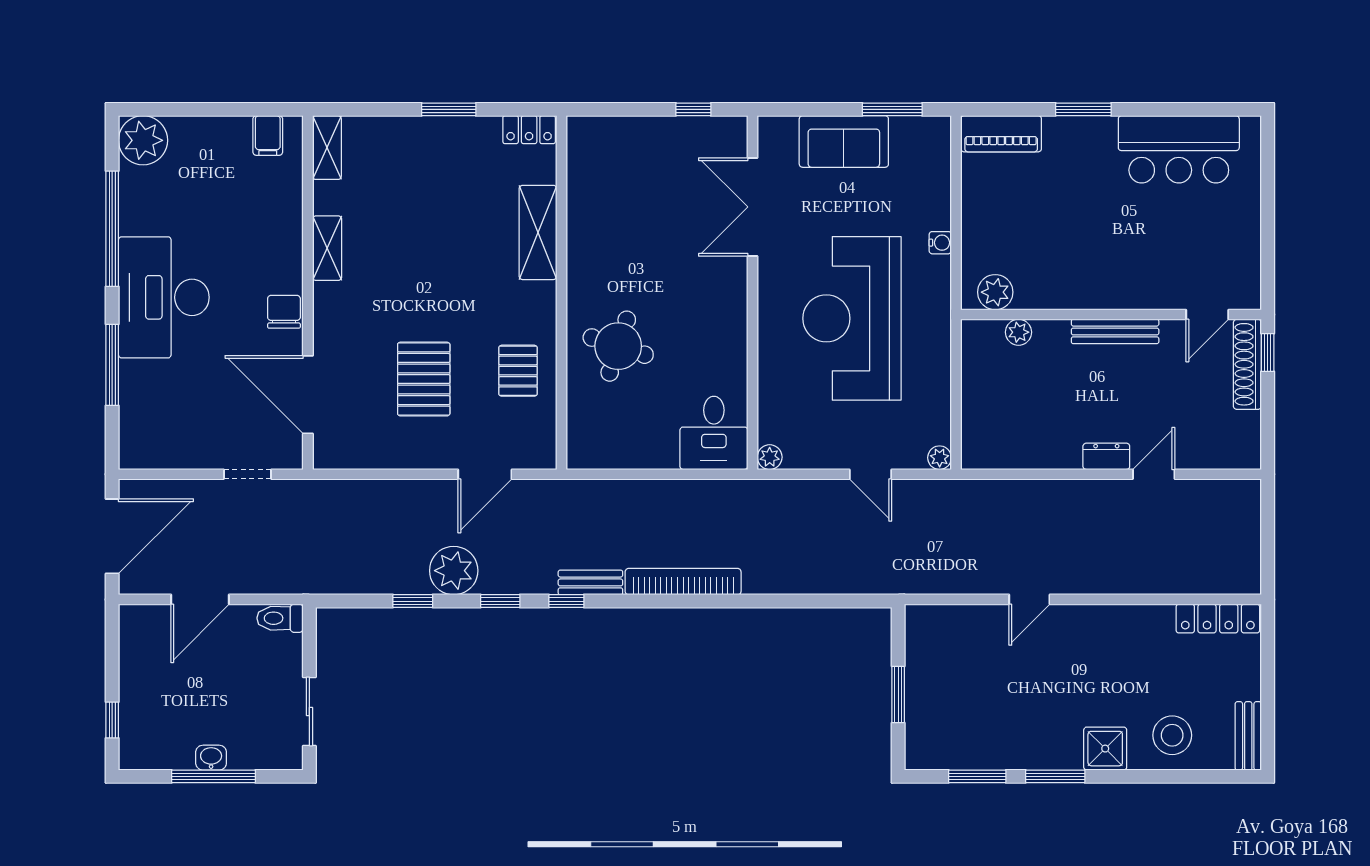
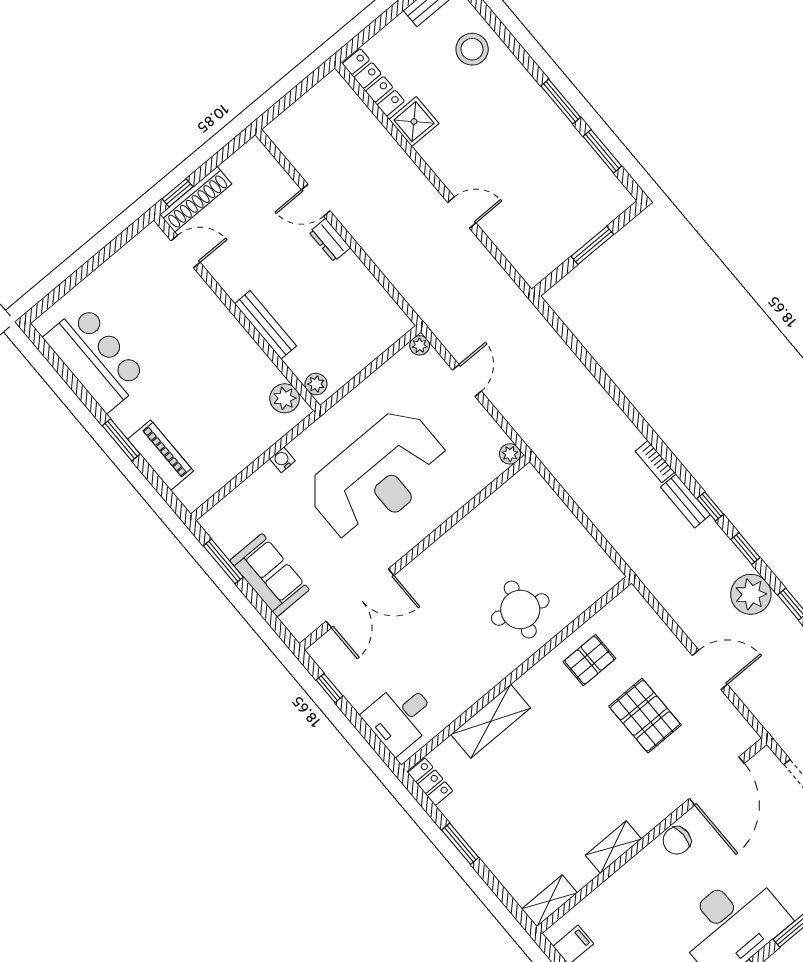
piano: (1001, 134) -> (160, 455), moved
bench: (1115, 331) -> (266, 325), moved
plant: (1018, 332) -> (316, 384), moved
pallet: (424, 379) -> (645, 716), turned 90
desk: (714, 433) -> (400, 717), moved, turned 180
door: (485, 474) -> (710, 670), moved
bookcase: (683, 582) -> (655, 462), width x0.43, depth x0.76
shower: (1105, 749) -> (414, 122), moved

